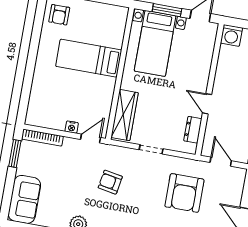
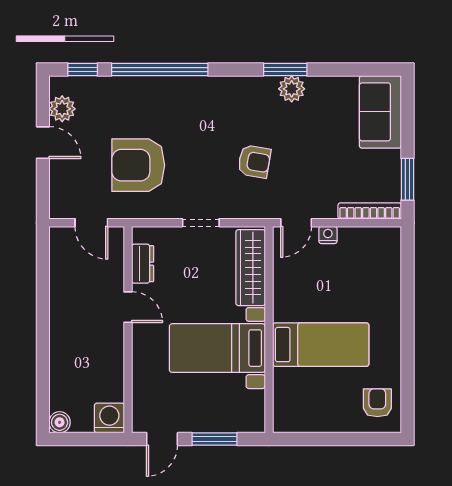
bed with nightstands: (155, 43) -> (217, 348), moved, turned -90
armchair: (184, 193) -> (138, 165), turned -90

